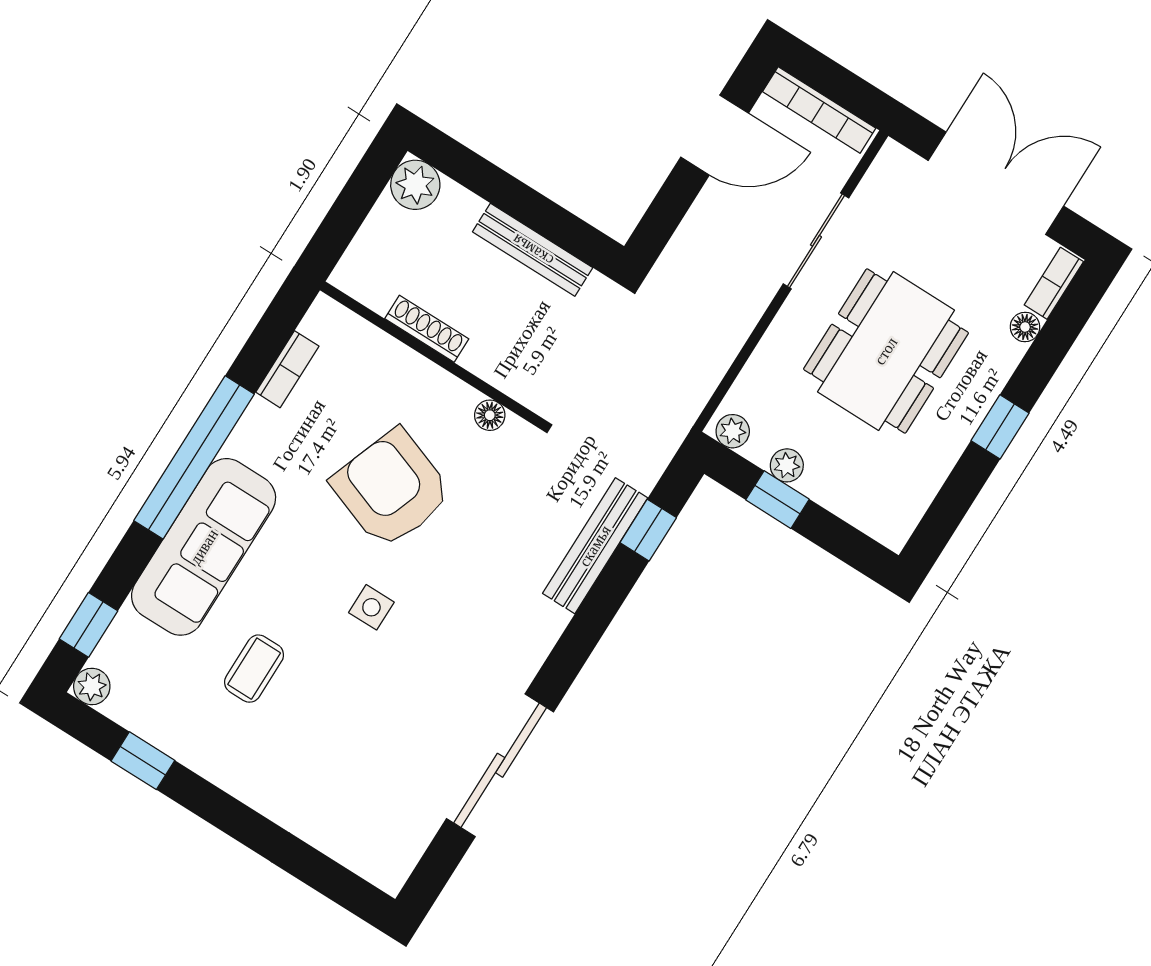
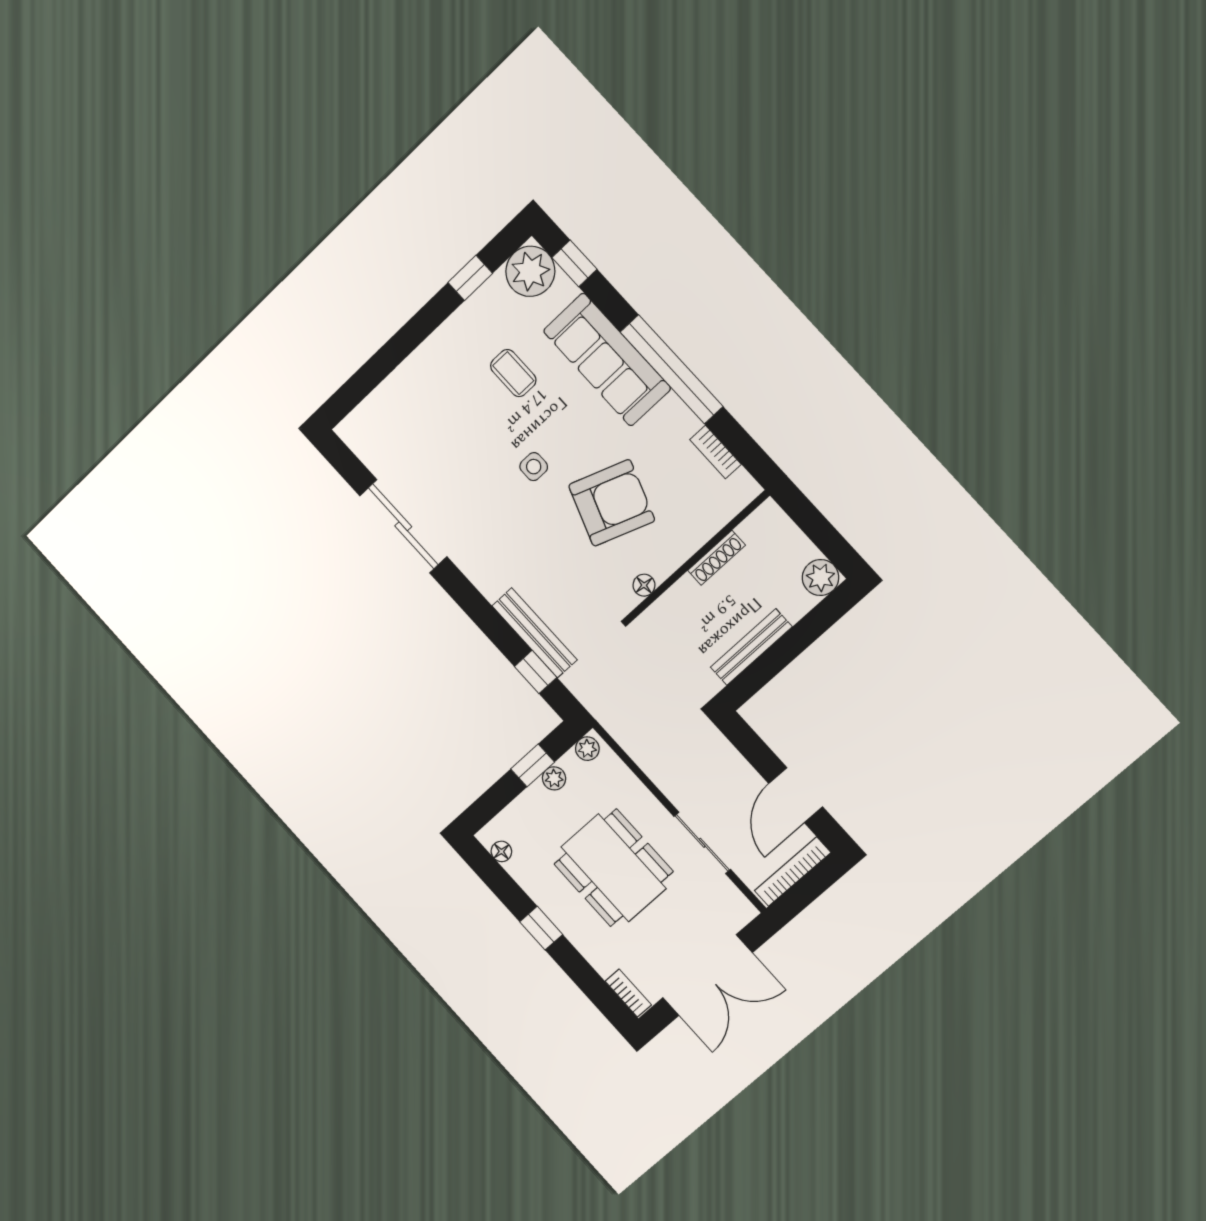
floor lamp: (1025, 327) -> (501, 851), moved
plant: (92, 686) -> (530, 271), width x1.88, depth x1.88

